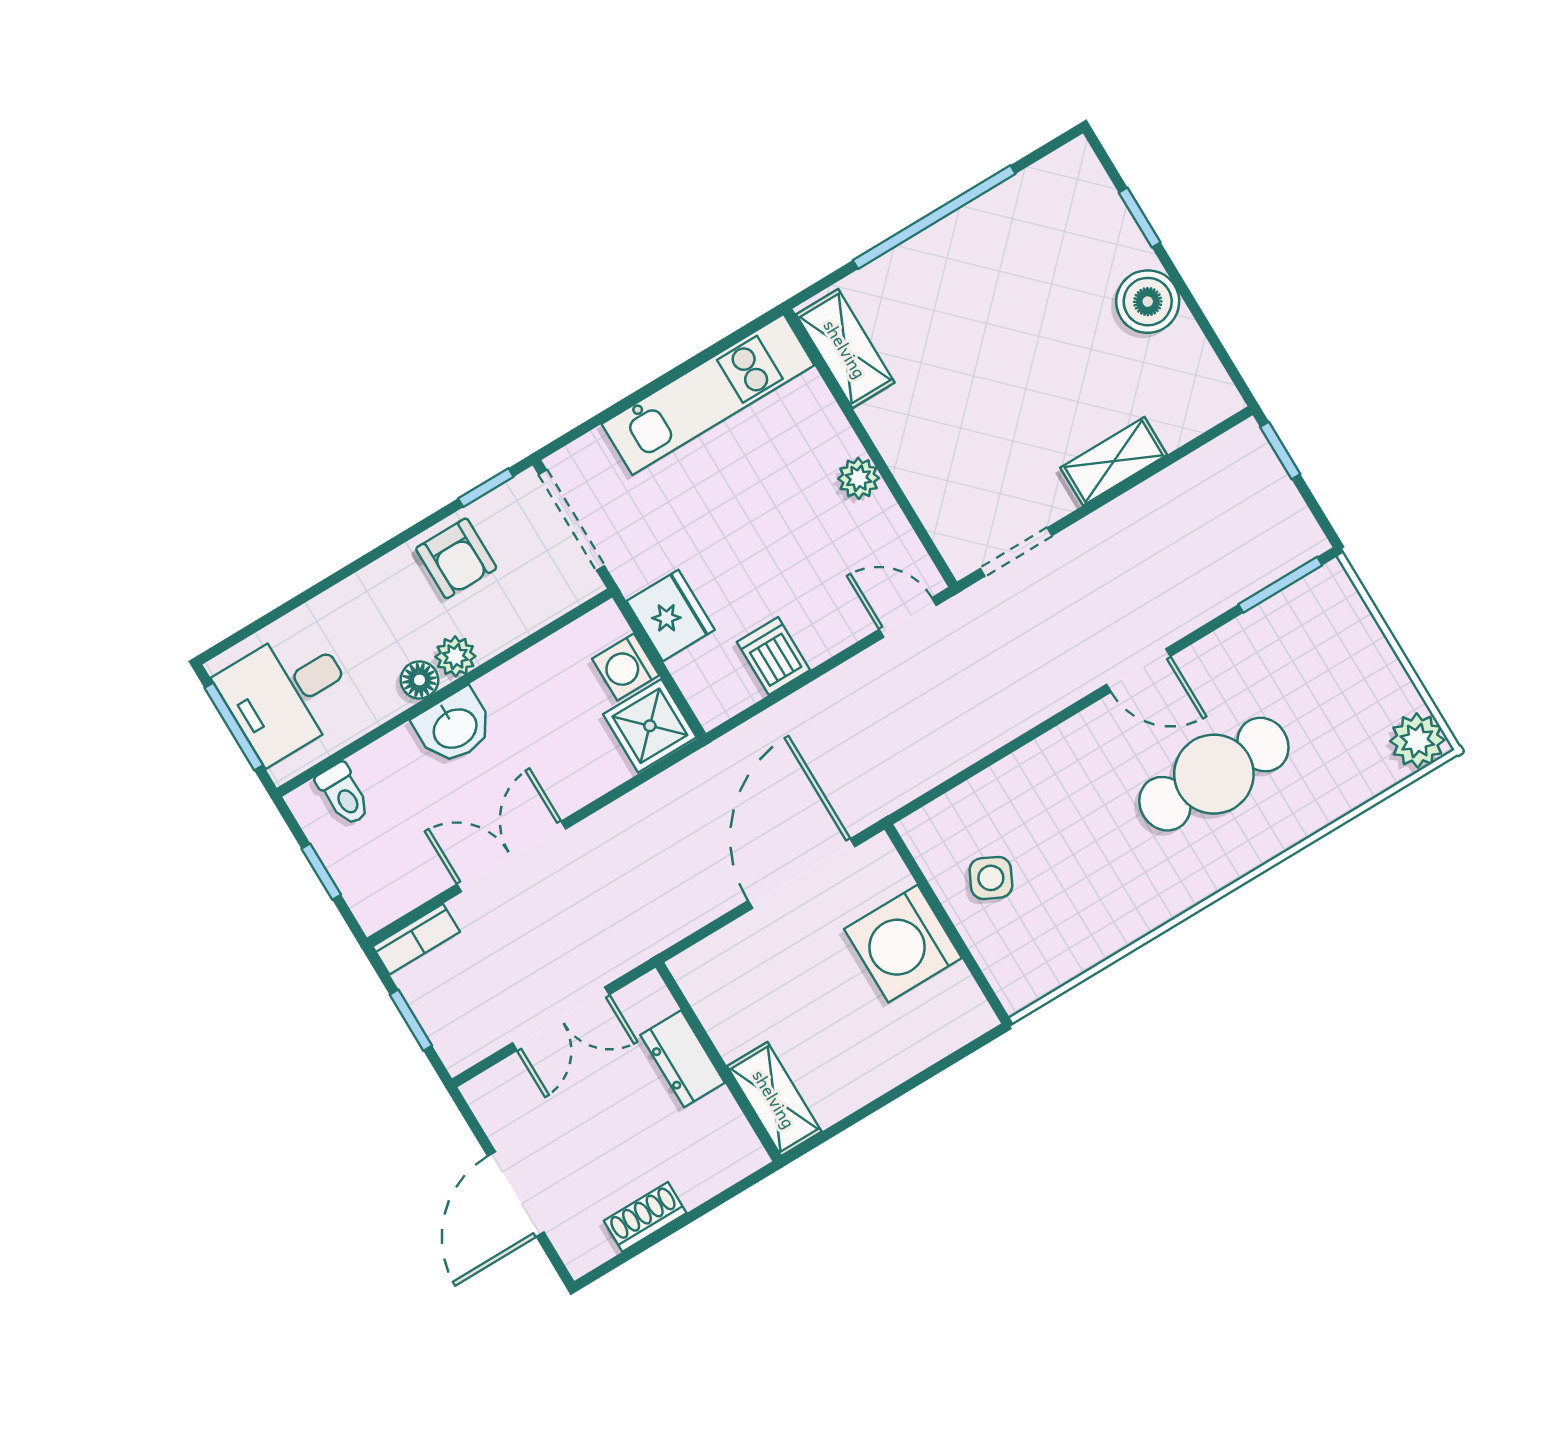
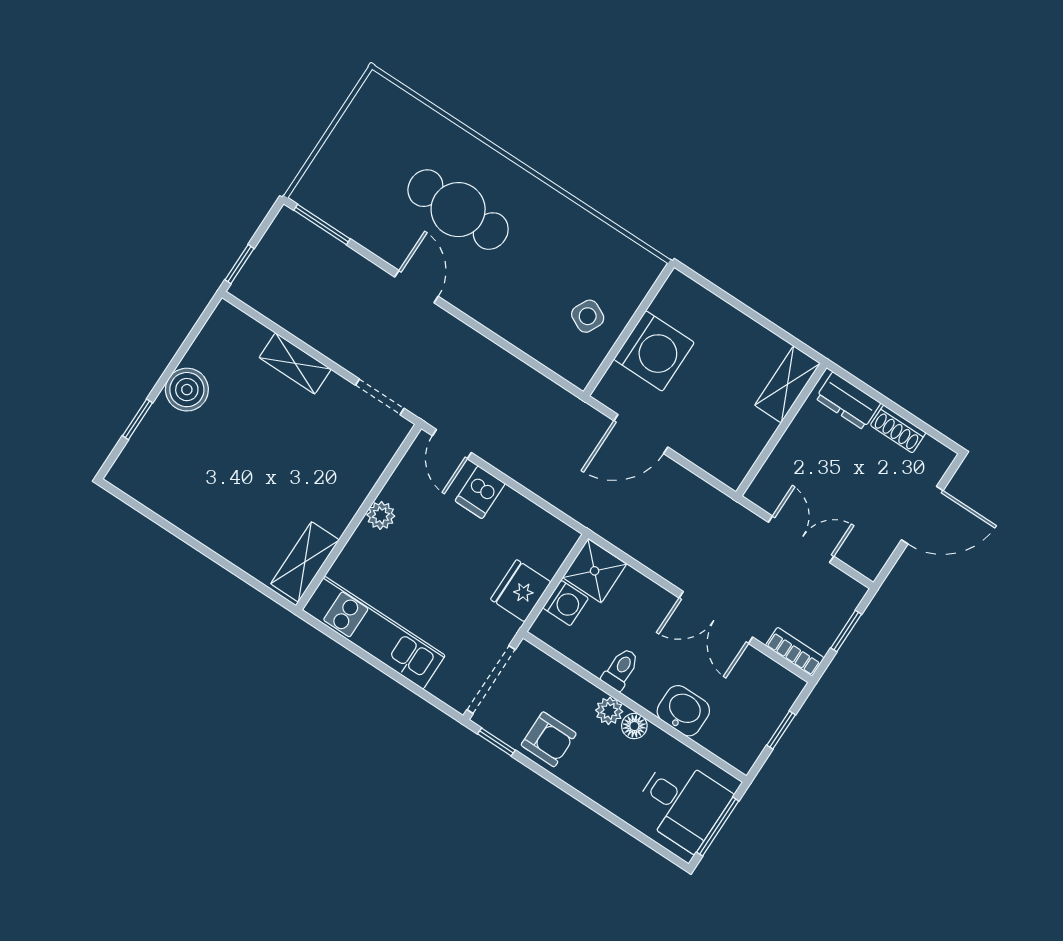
window: (934, 217) -> (198, 546), removed
armchair: (456, 558) -> (549, 739), turned 90
dishwasher: (773, 656) -> (480, 492), moved
washbasin: (454, 727) -> (683, 711), moved
plant: (1417, 740) -> (377, 94), removed
toilet: (344, 794) -> (621, 669), moved
door: (802, 874) -> (641, 434), width x0.73
dresser: (683, 1059) -> (848, 401), moved, turned 90

